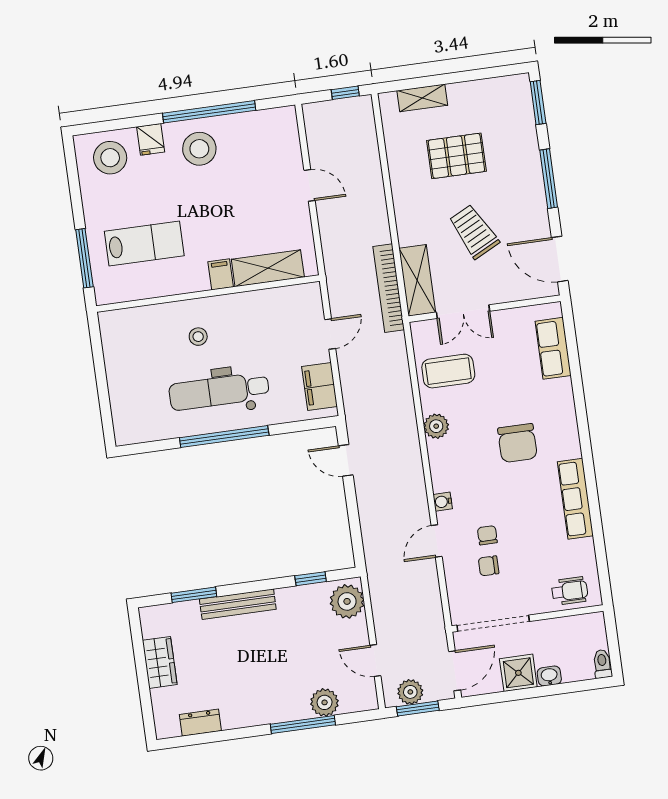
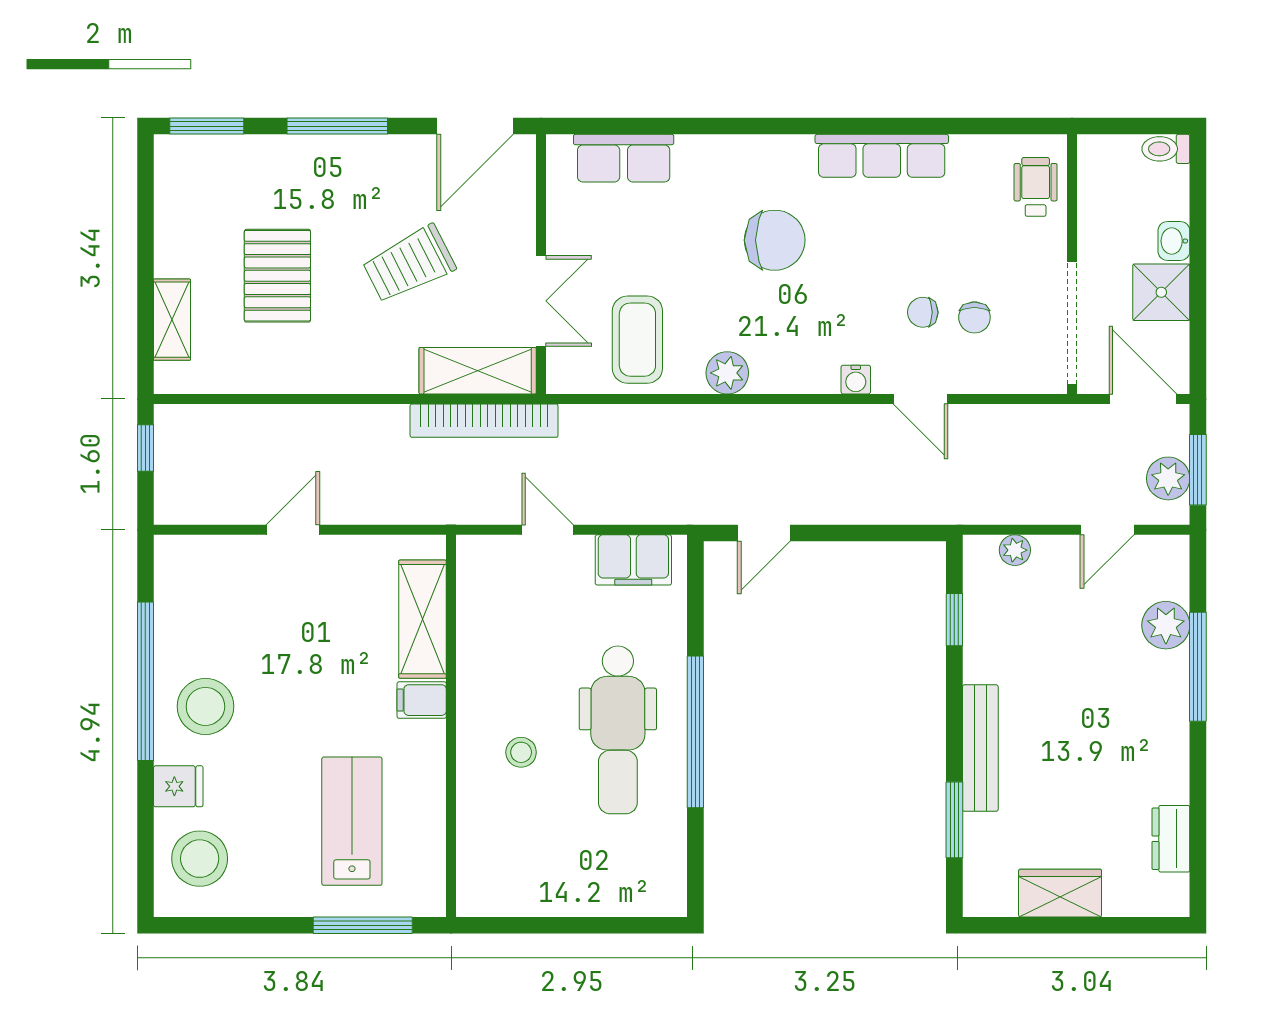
plant: (347, 601) -> (1015, 550), width x0.53, depth x0.53

